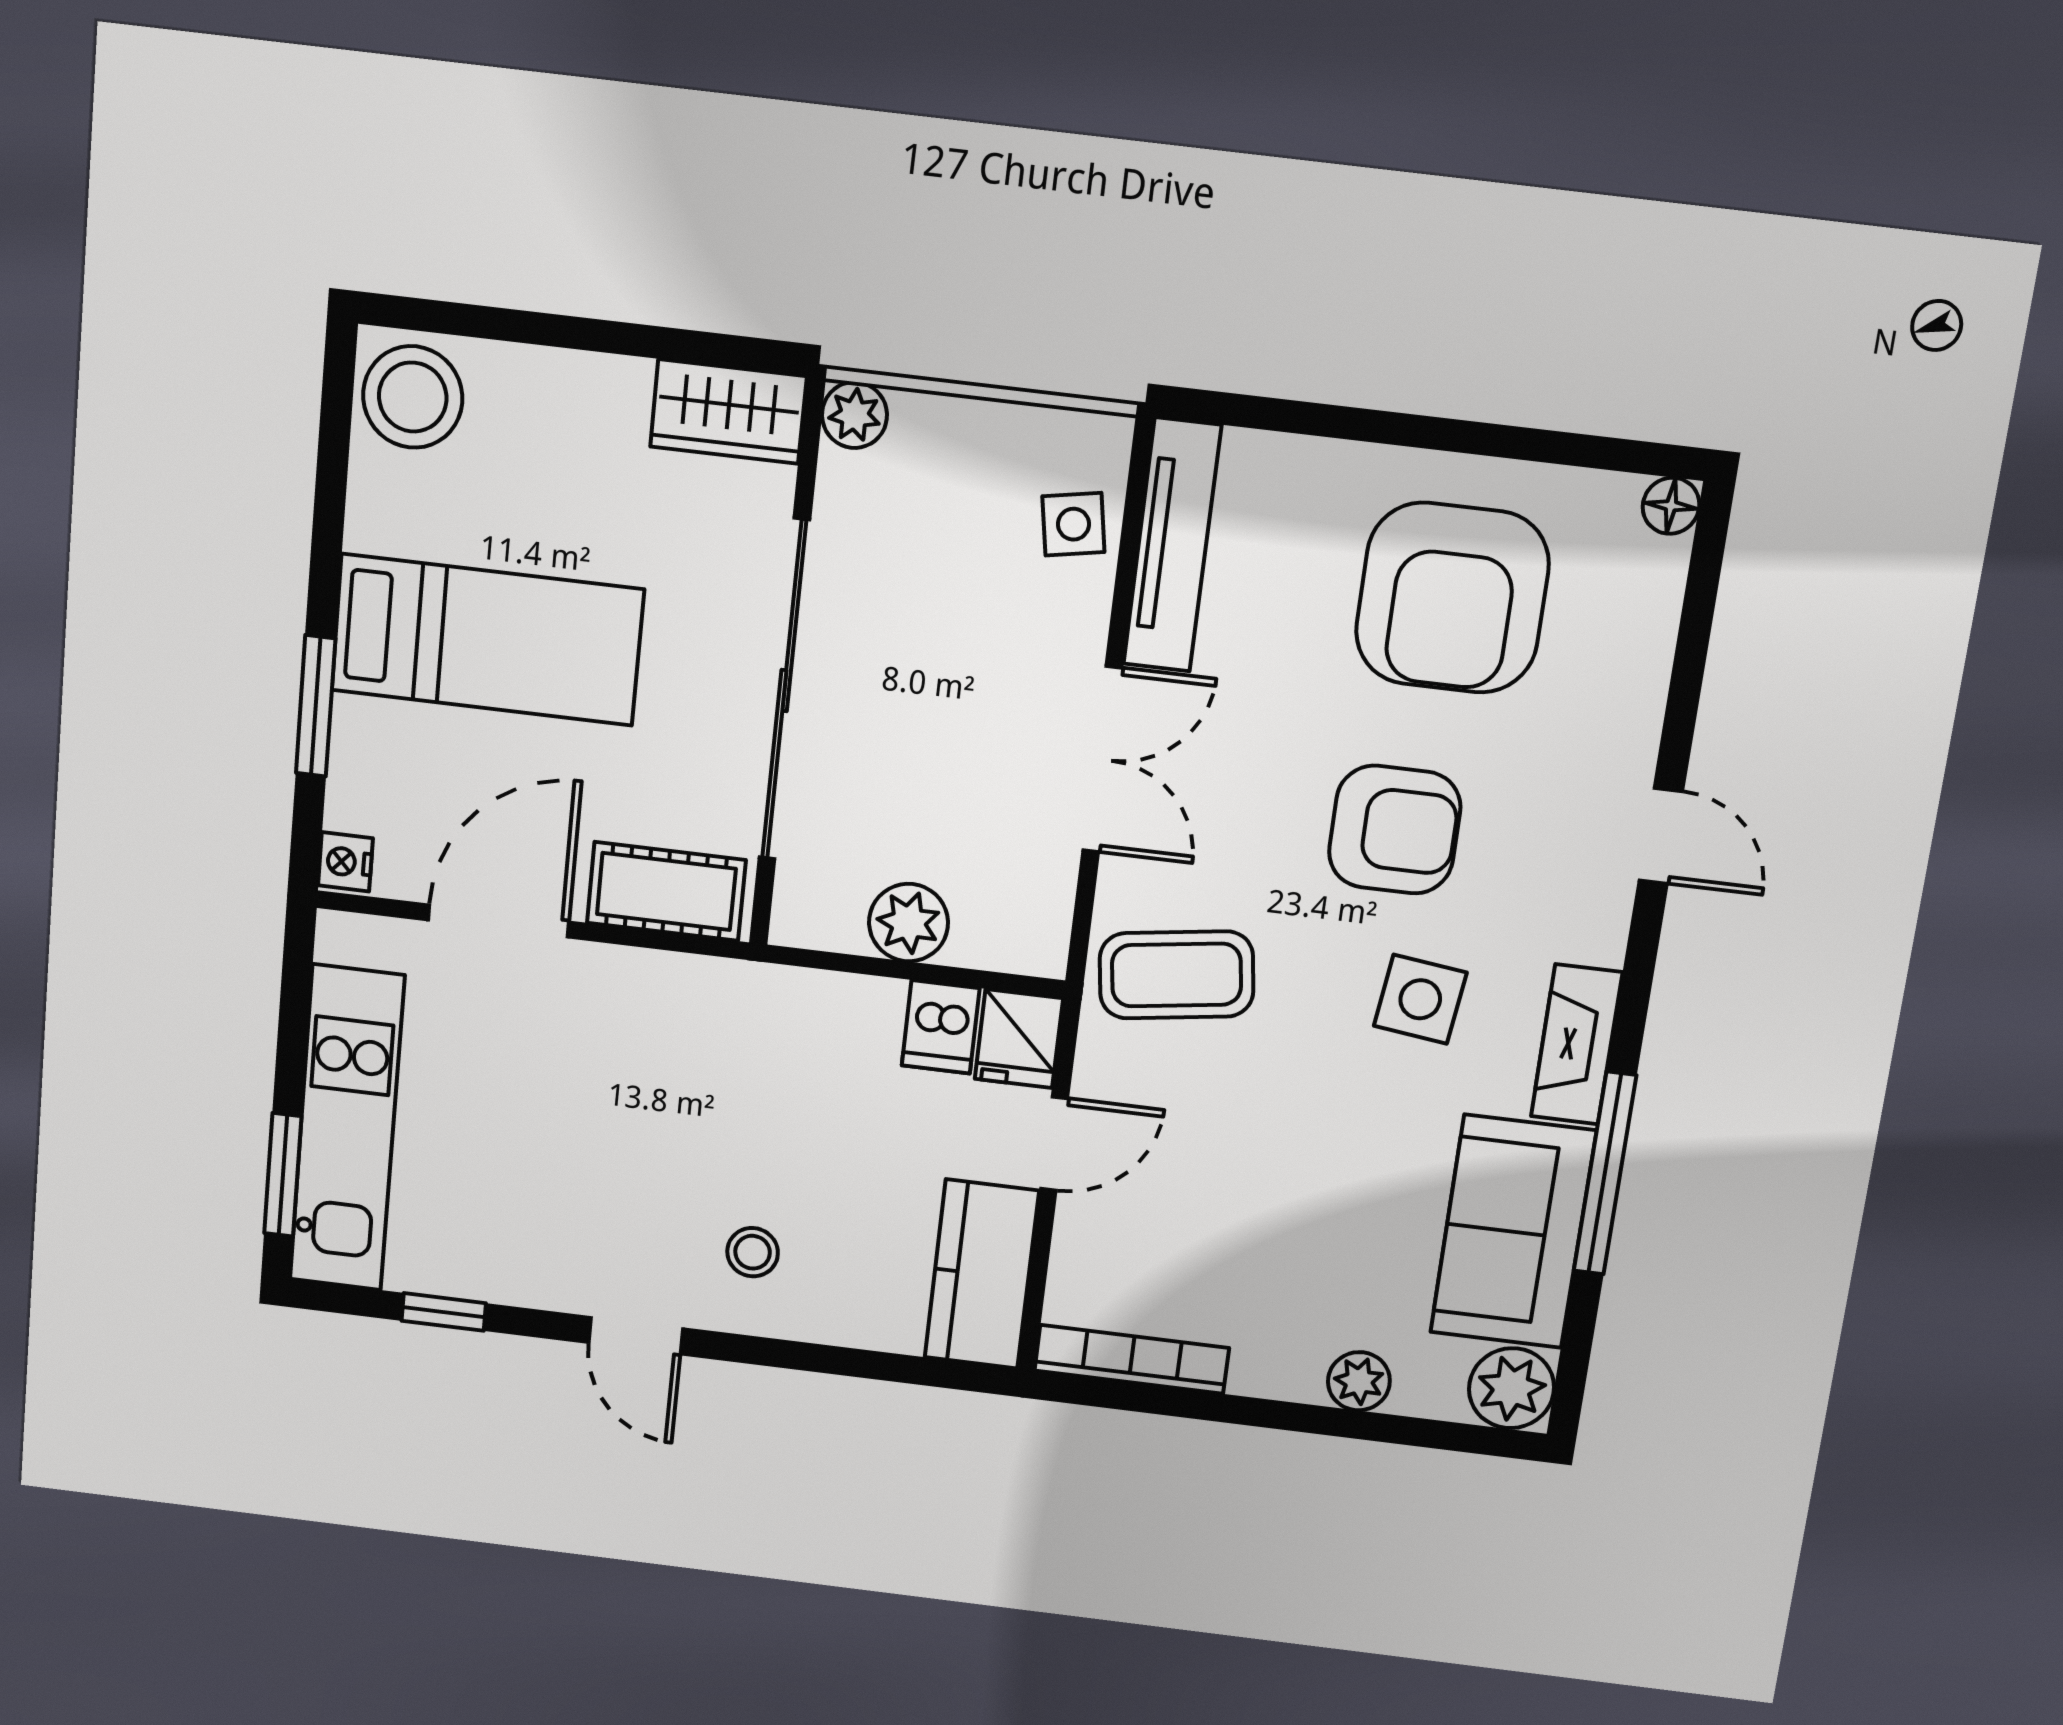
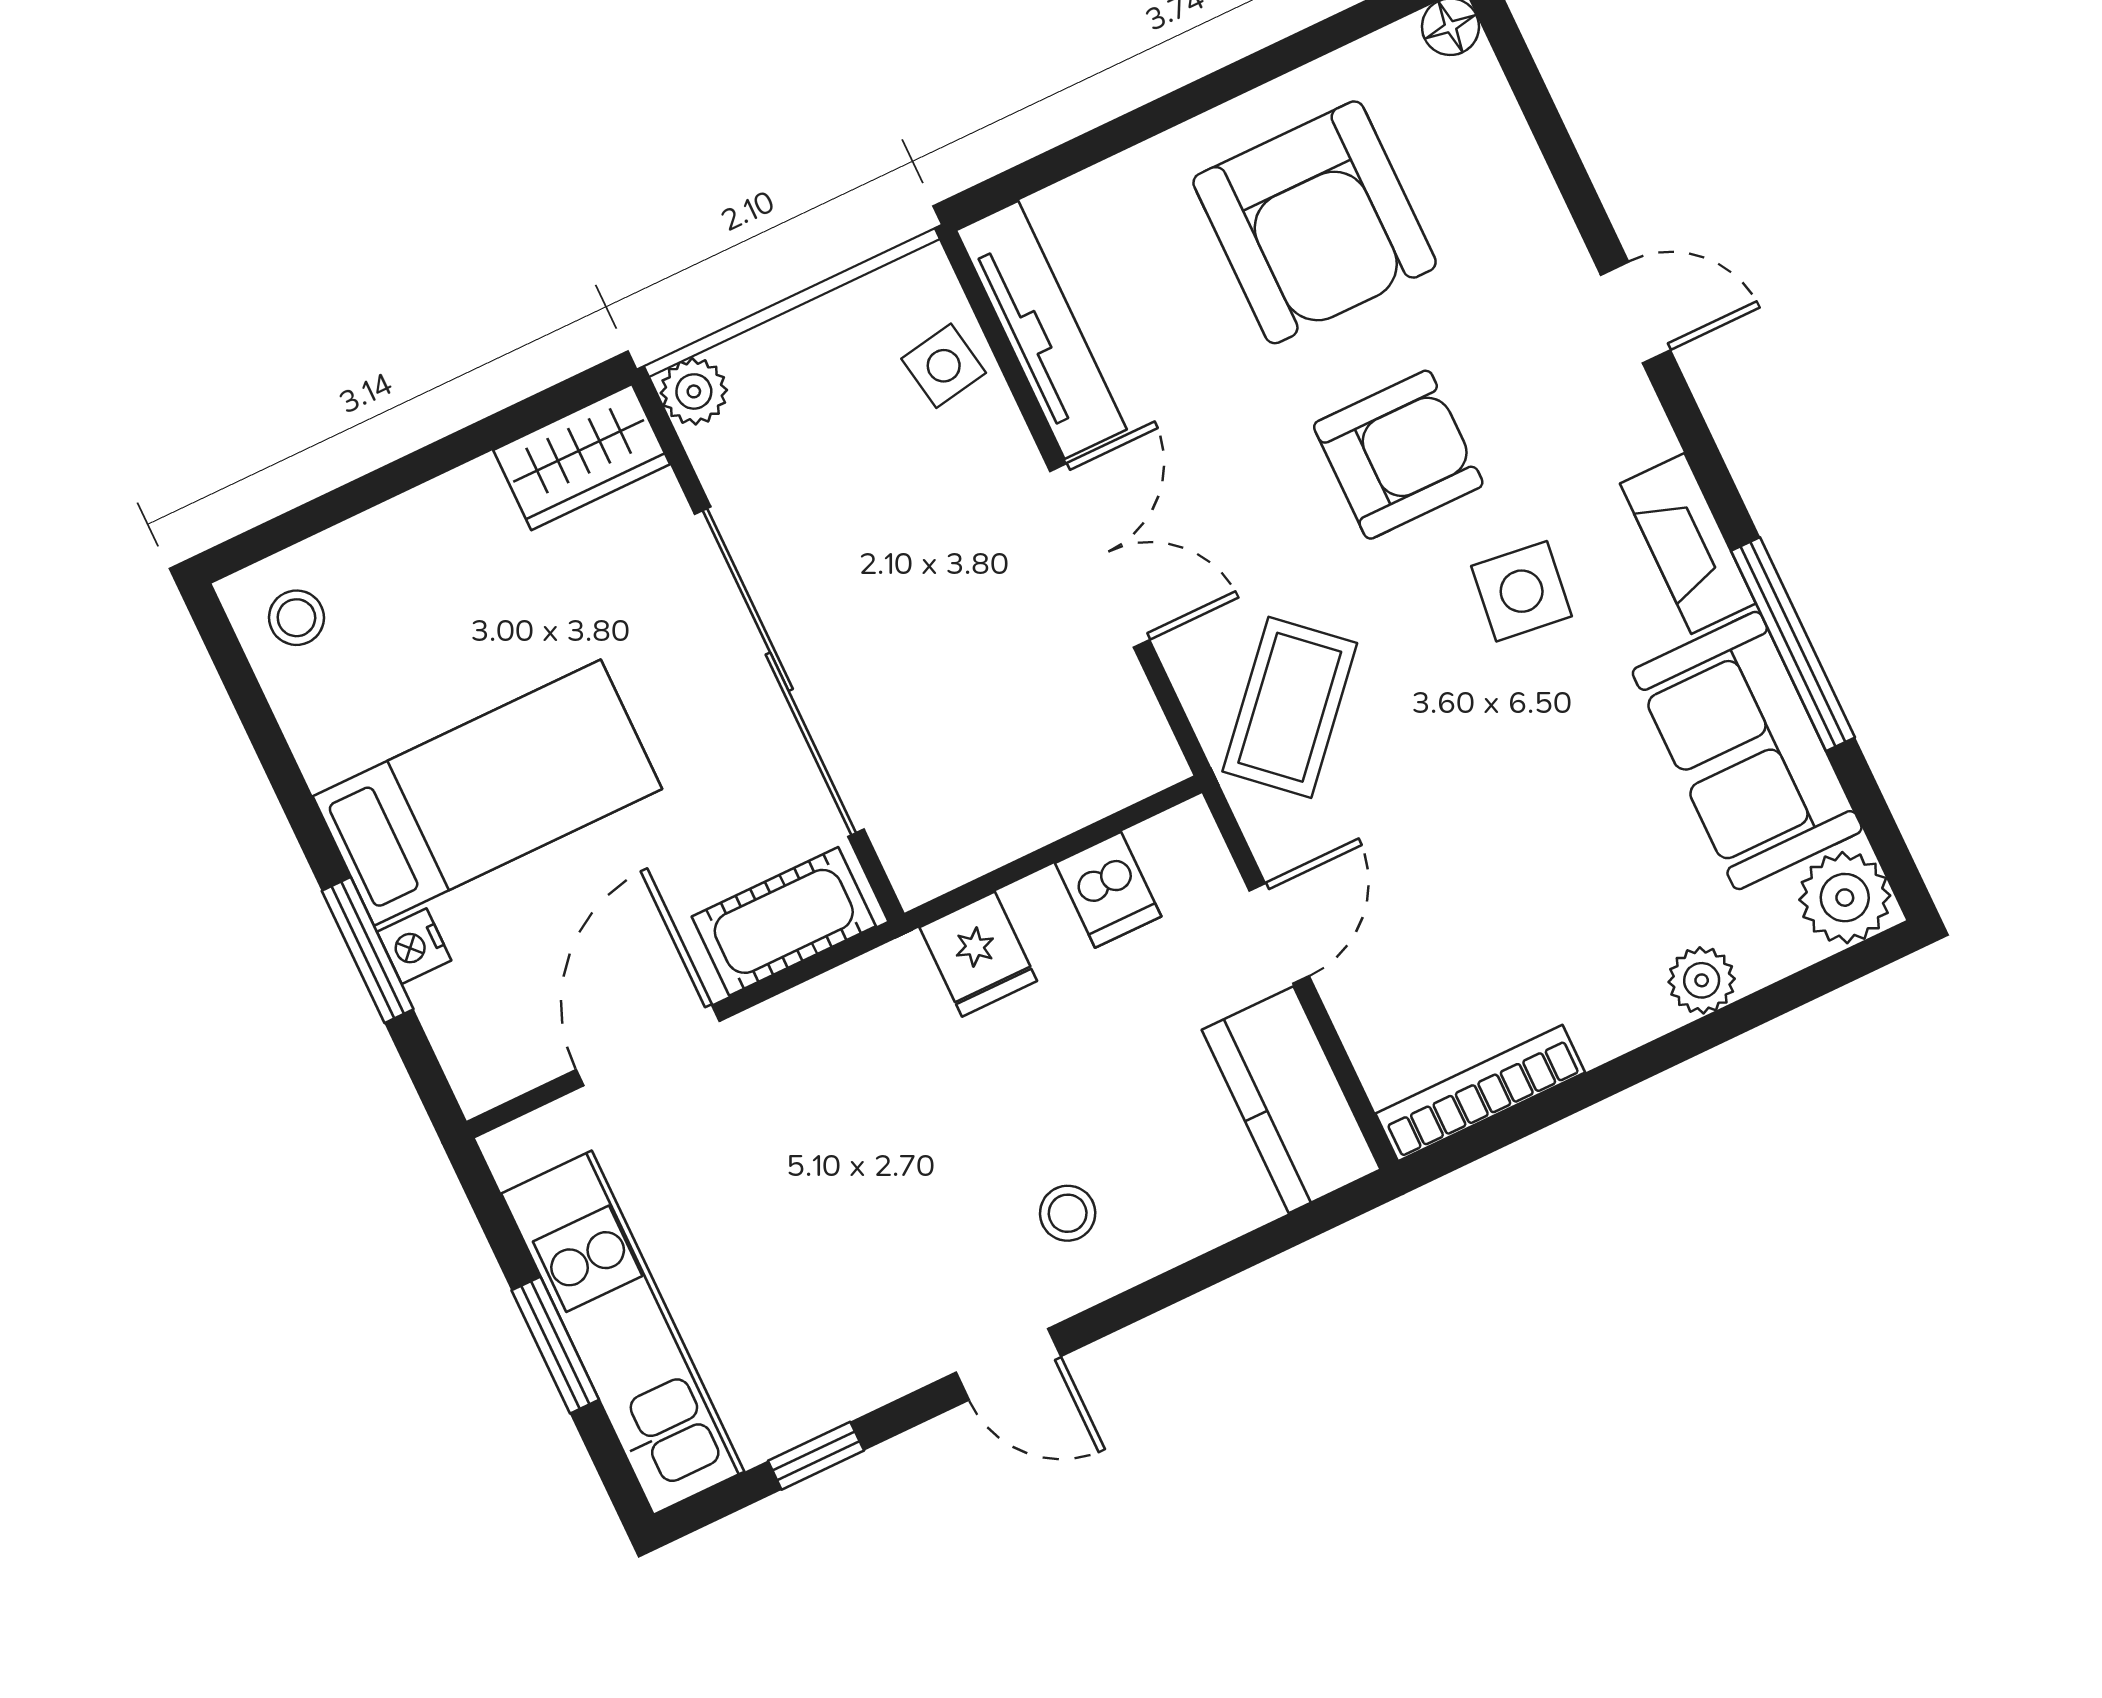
stool: (413, 397) -> (296, 618), width x0.53, depth x0.53
nightstand: (345, 862) -> (414, 946), moved
plant: (909, 923) -> (1019, 812), removed
coffee table: (1177, 975) -> (1290, 707), turned -40
fridge: (1019, 1039) -> (978, 954), moved
window: (283, 1175) -> (555, 1345), moved

